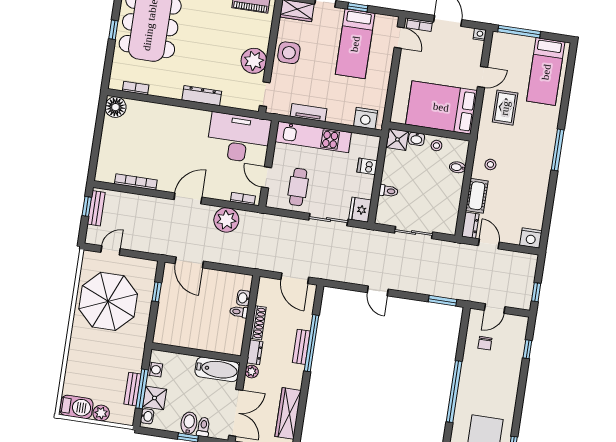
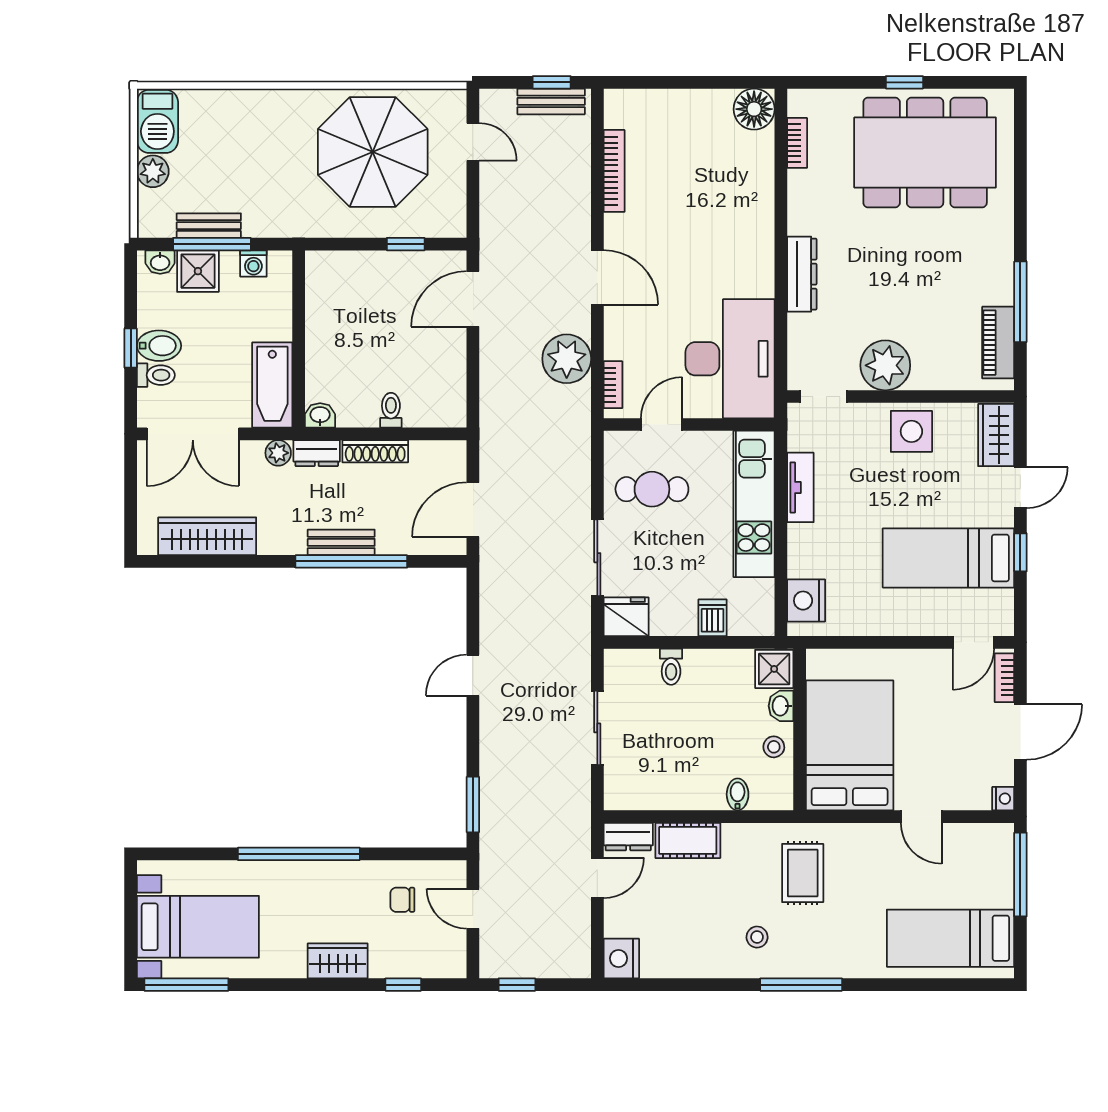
rug: (505, 108) -> (803, 873), moved, turned 90
stool: (490, 164) -> (757, 937), moved
washbasin: (244, 298) -> (320, 415), moved
wardrobe: (511, 380) -> (338, 961), added

